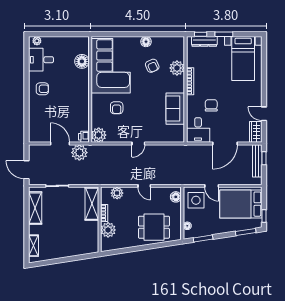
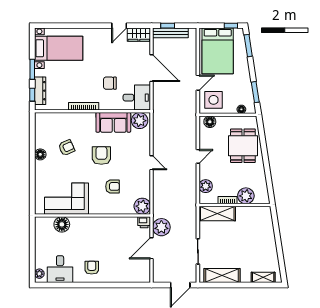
corner sofa: (111, 66) -> (66, 199), width x0.73, depth x0.74
plant: (177, 68) -> (140, 121), moved
armchair: (145, 98) -> (101, 155), added

